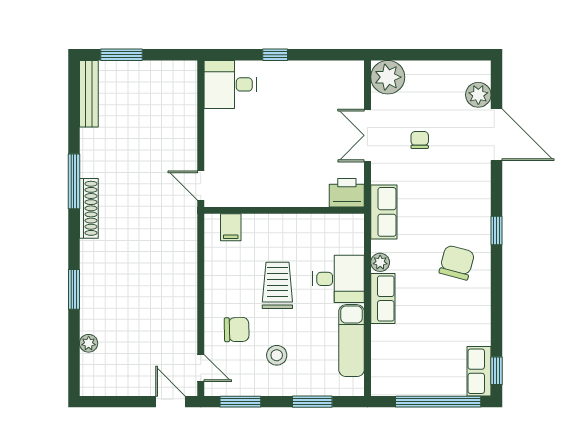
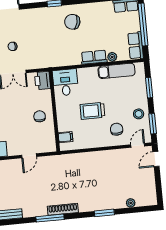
chair: (277, 180) -> (40, 116), added
door: (201, 185) -> (29, 156), moved
row of seats: (384, 212) -> (136, 46), moved, turned -90
plant: (380, 262) -> (112, 57), moved
desk: (339, 279) -> (65, 82), moved
stool: (277, 355) -> (139, 114), moved

